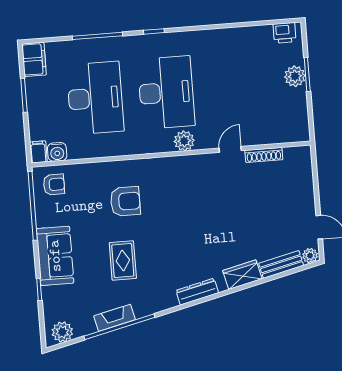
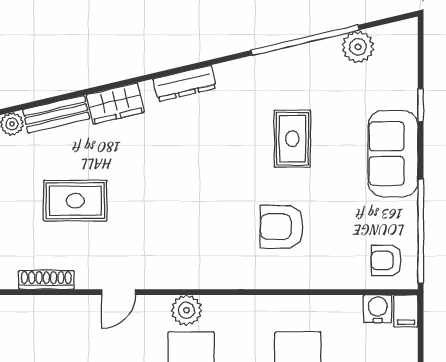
shoe rack: (264, 155) -> (46, 280), moved
rug: (264, 208) -> (75, 201), added
fireplace: (115, 318) -> (311, 54), removed
plant: (62, 332) -> (358, 47), moved

